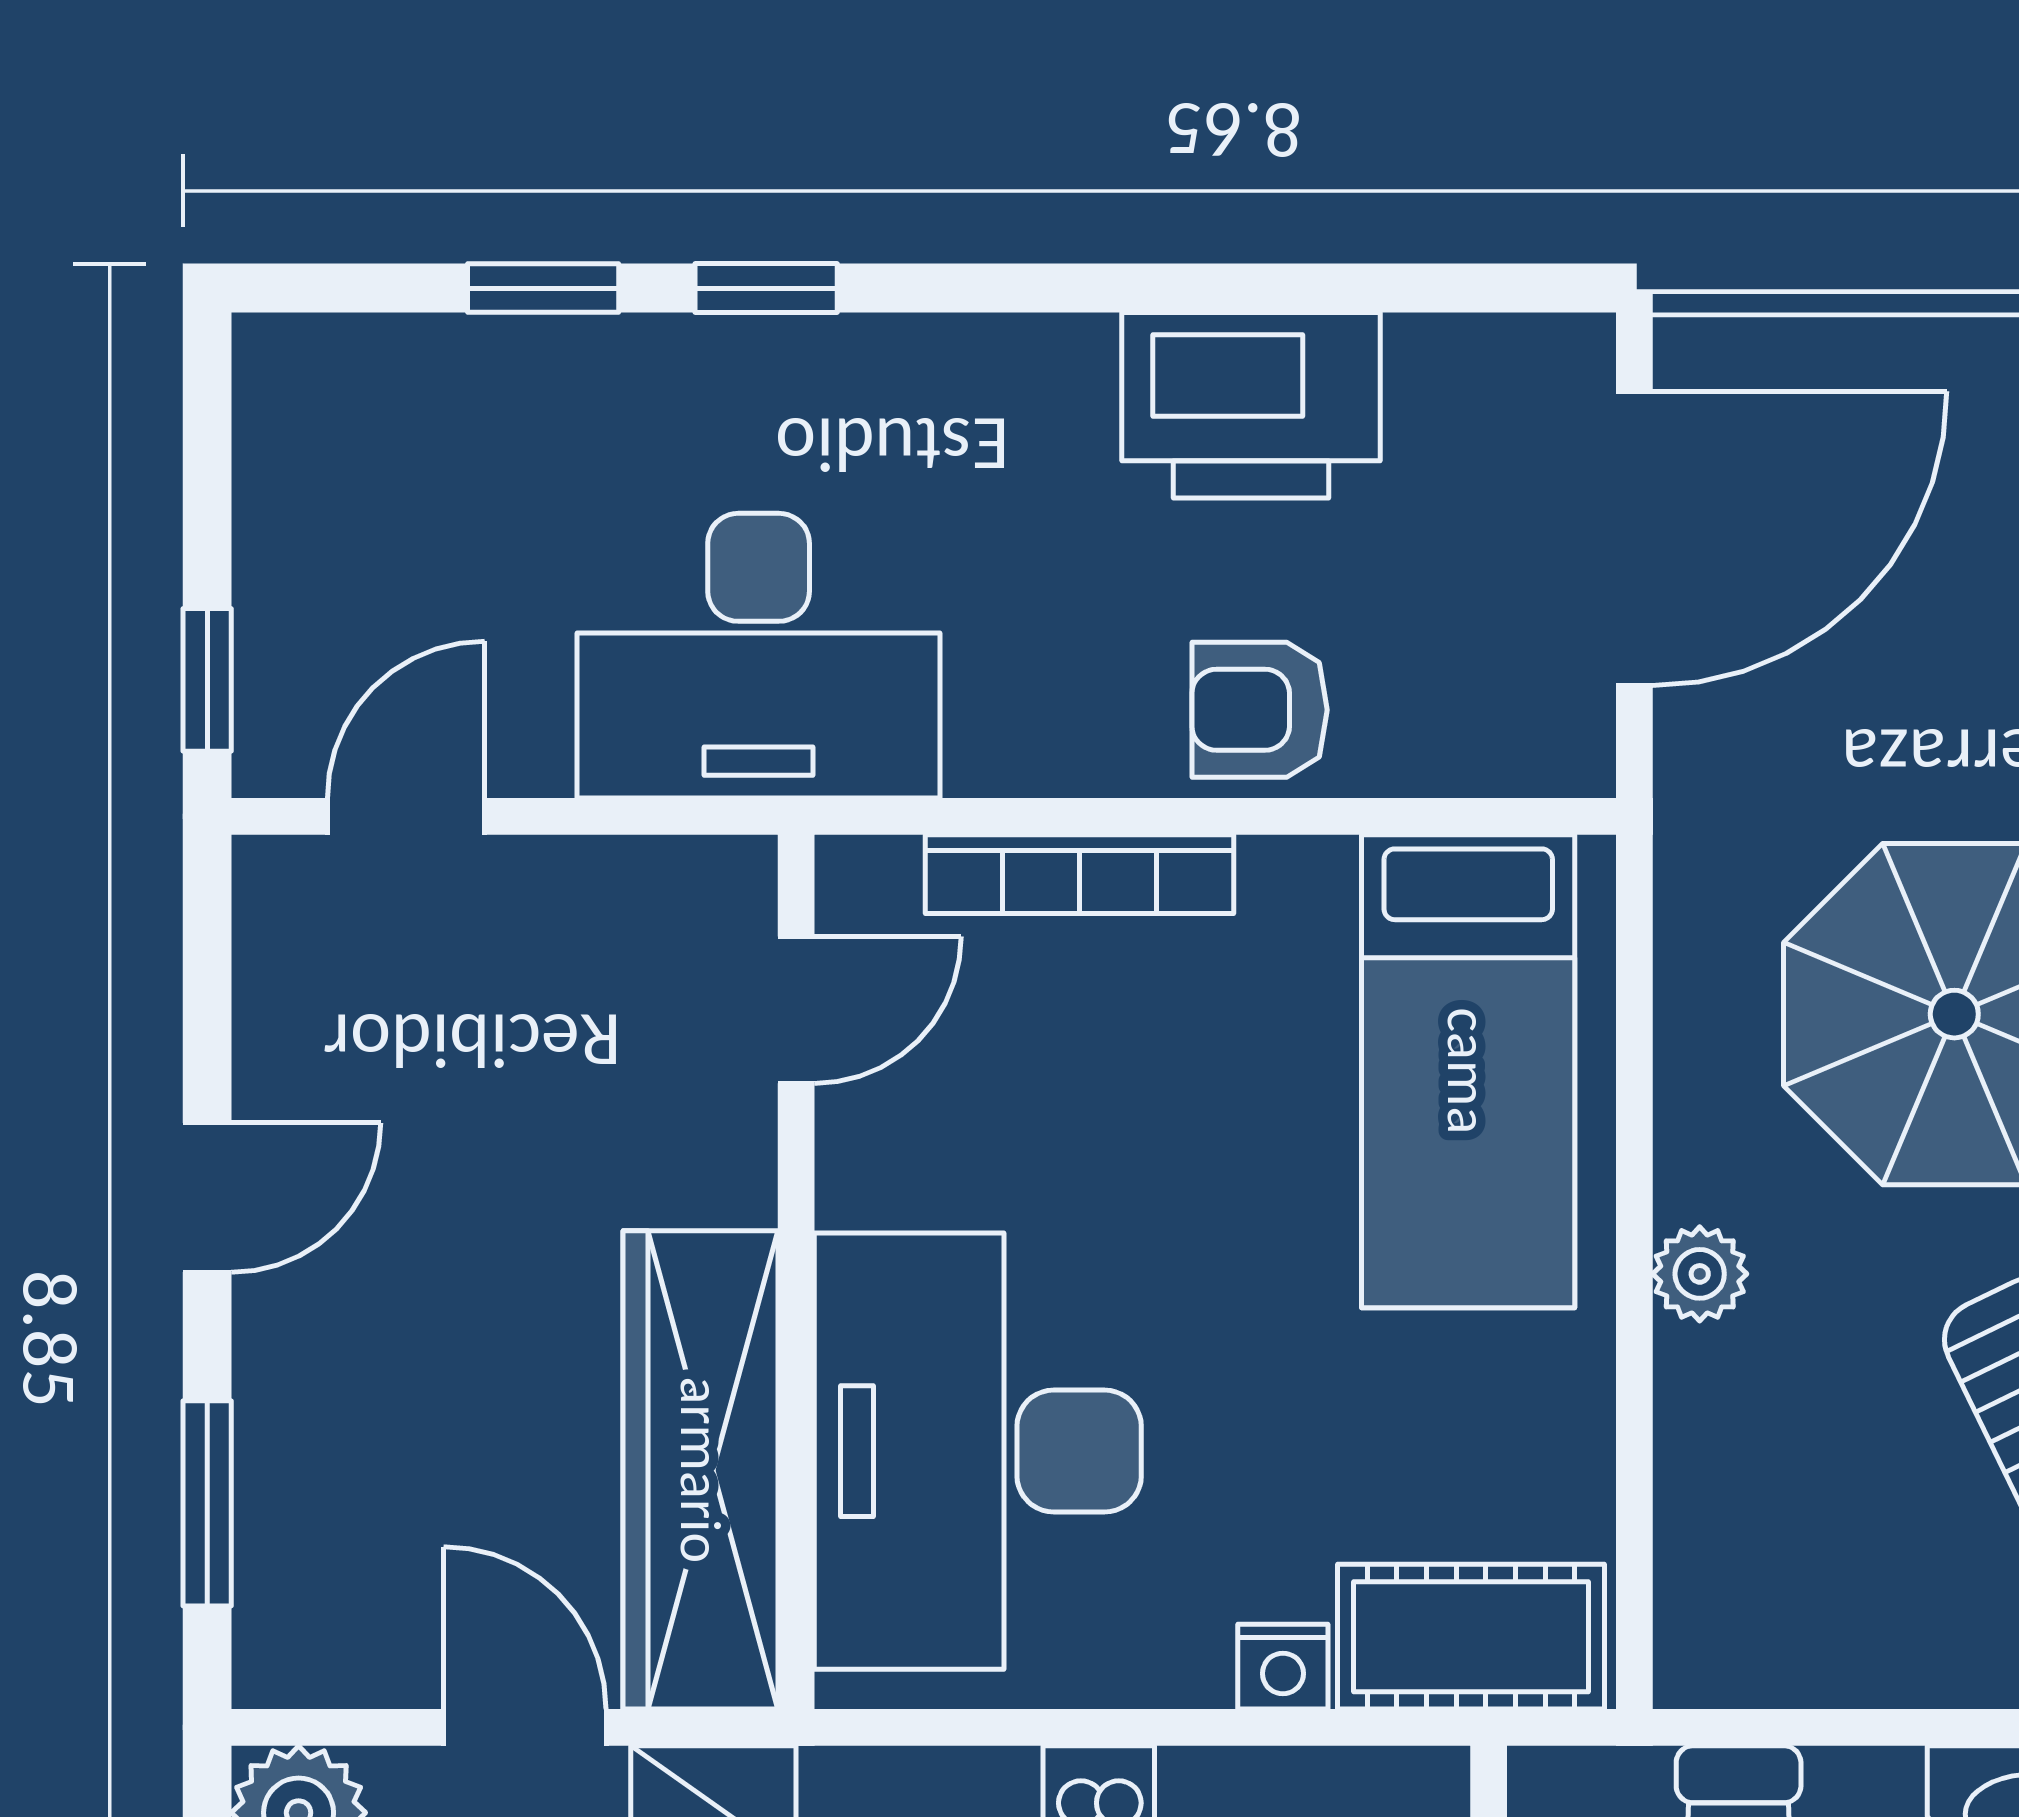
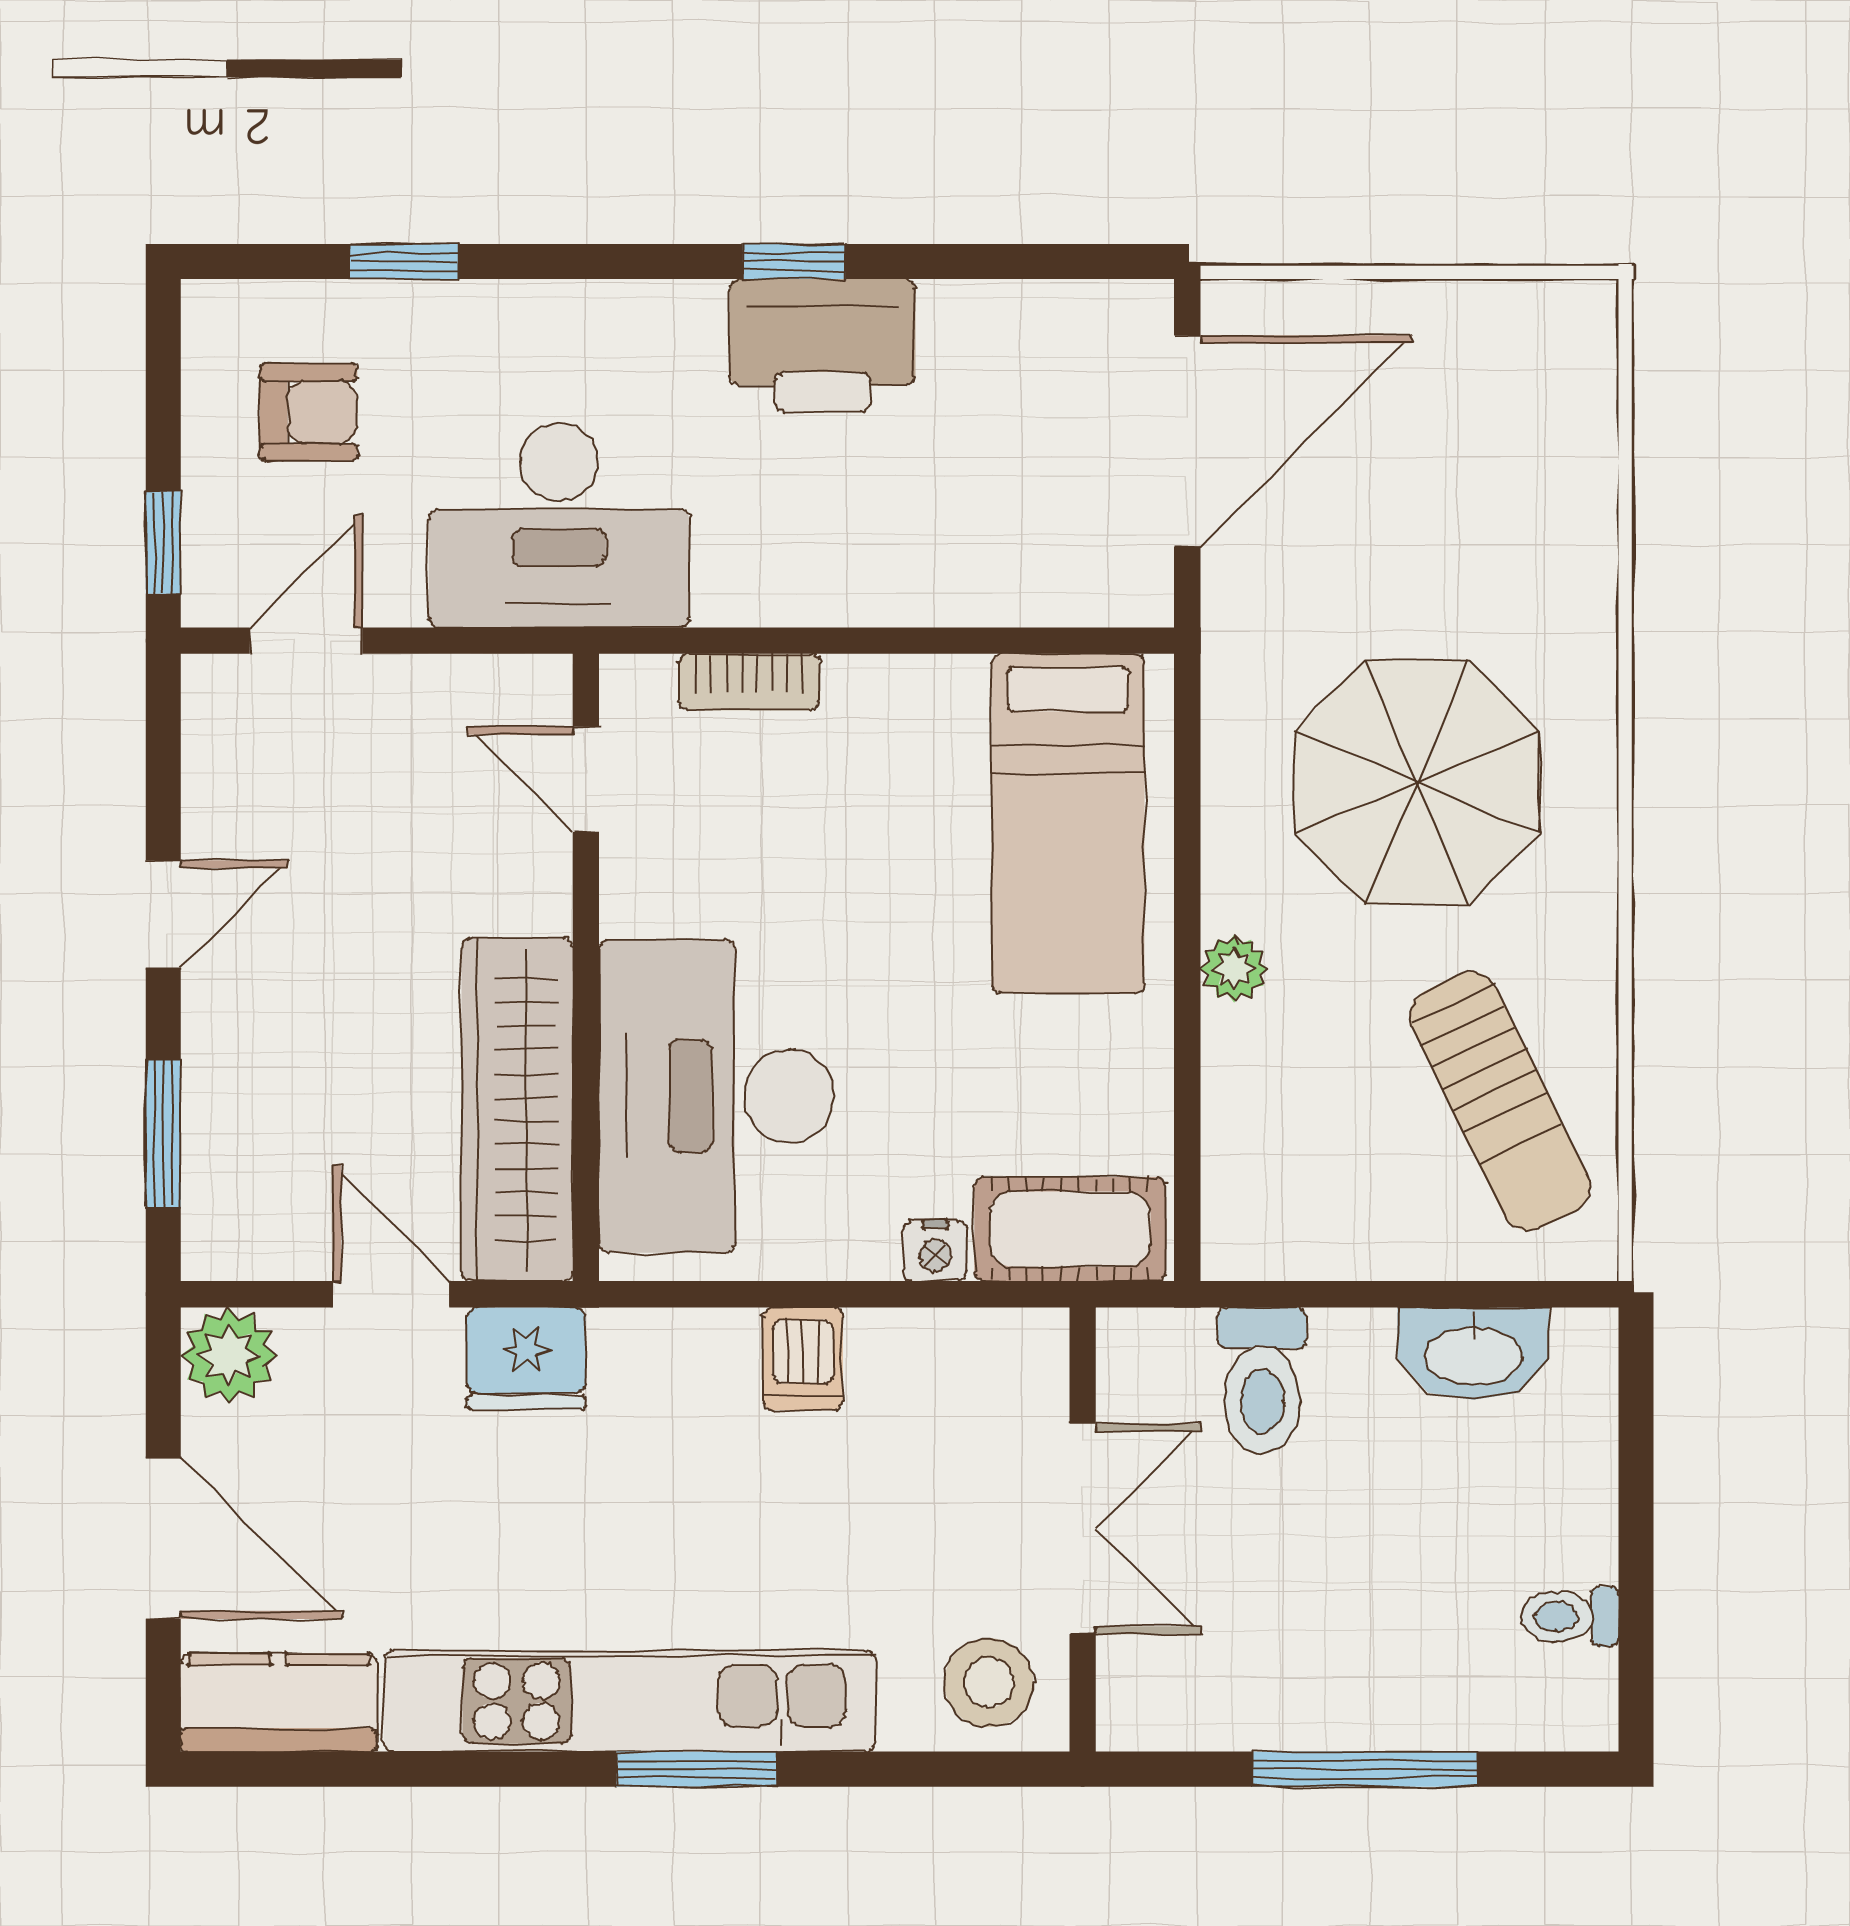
window: (766, 288) -> (794, 261), moved
printer: (1251, 405) -> (823, 346), moved
armchair: (1260, 710) -> (309, 412), moved, turned 180
bookcase: (1079, 874) -> (749, 682), width x0.64
door: (796, 1010) -> (586, 779), swing flipped

